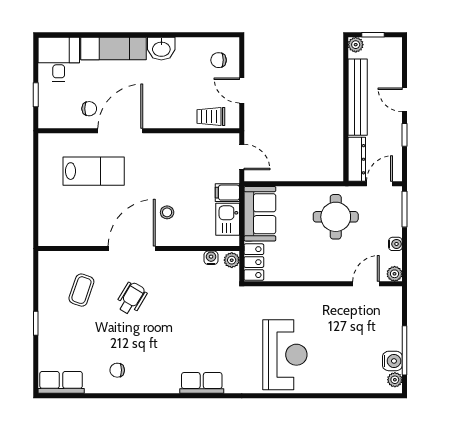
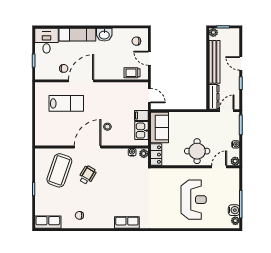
round table: (336, 217) -> (197, 151), moved
coffee table: (81, 290) -> (59, 170), width x1.86, depth x1.72
reception desk: (285, 355) -> (194, 200), moved

